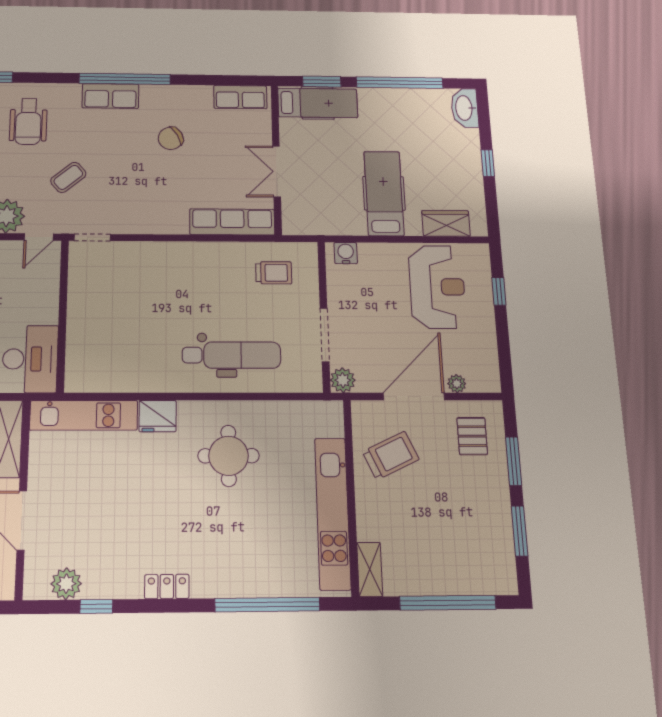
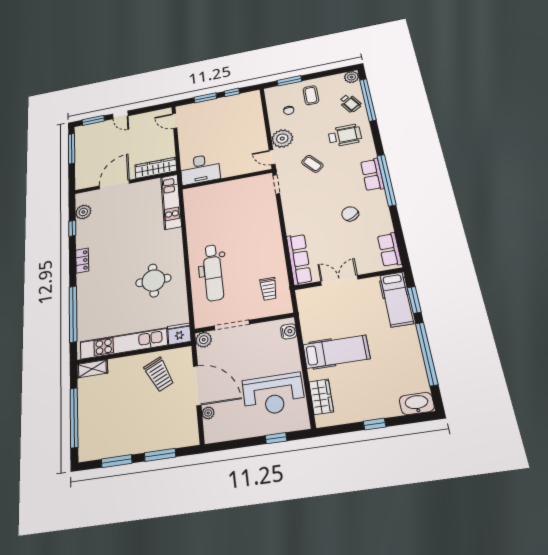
wheelchair: (28, 122) -> (345, 135), turned 180
fridge: (158, 416) -> (179, 334), moved, turned 90
pallet: (472, 436) -> (175, 426), removed

